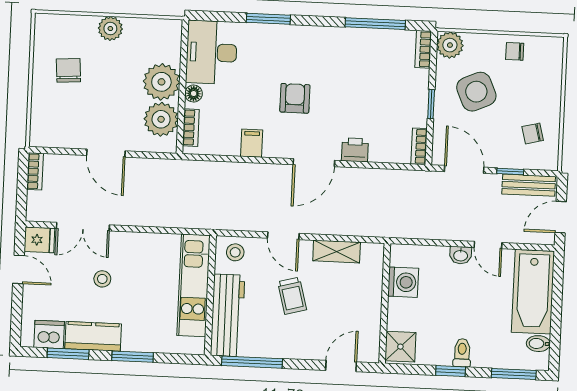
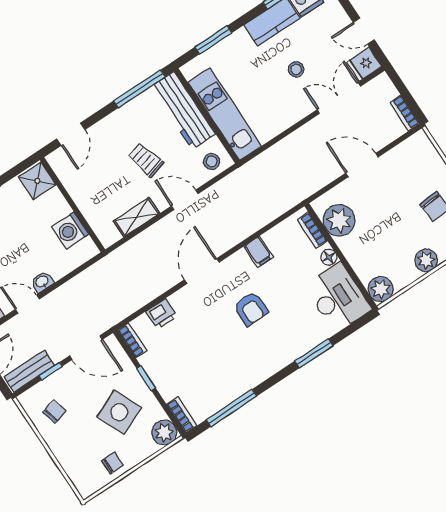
plant: (161, 82) -> (381, 289), moved, width x0.73, depth x0.73
printer: (355, 150) -> (161, 314), moved
window: (133, 357) -> (213, 40), moved

